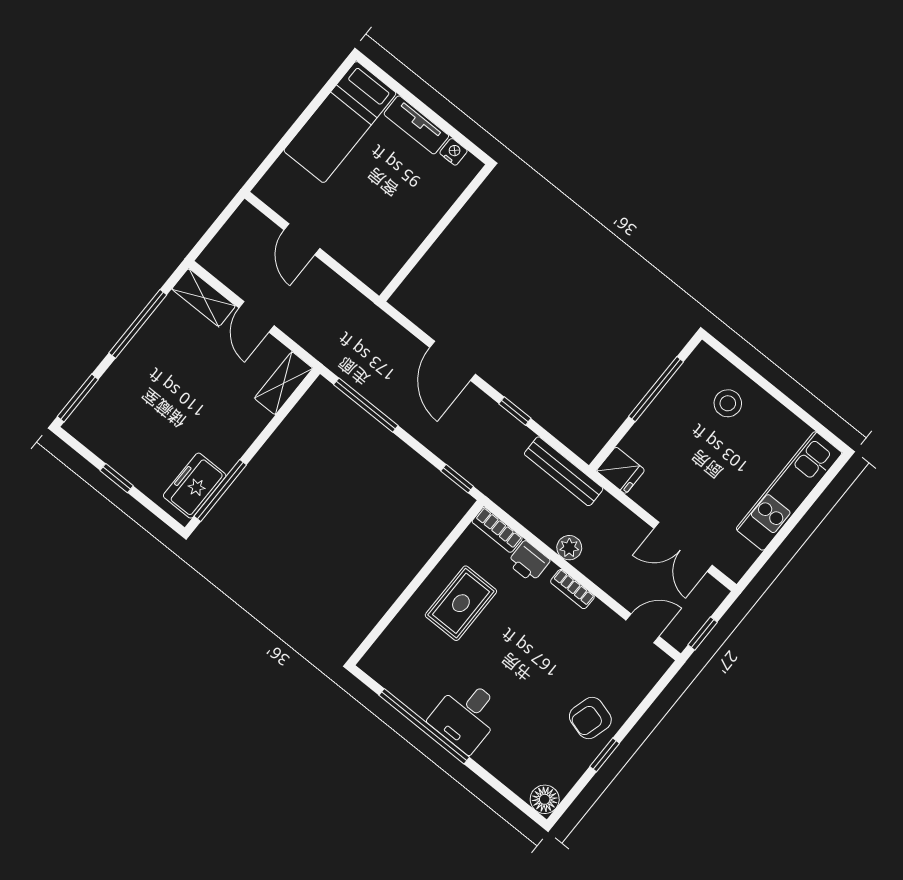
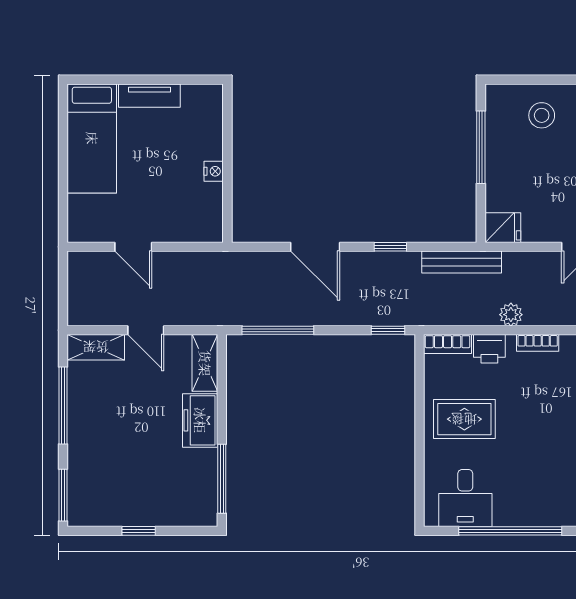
nightstand: (453, 152) -> (214, 171), moved, turned 90
freezer: (195, 486) -> (200, 420), moved
rug: (461, 603) -> (464, 419), turned 90
desk: (466, 715) -> (465, 498), moved

